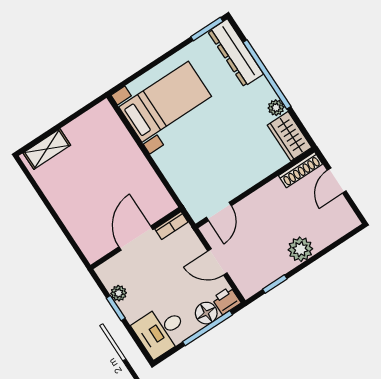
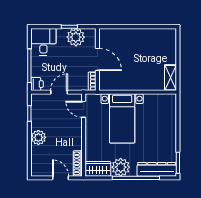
bed with nightstands: (165, 102) -> (122, 118), moved
plant: (276, 108) -> (121, 167), width x1.88, depth x1.88
shelving: (47, 149) -> (171, 78), moved
plant: (119, 293) -> (76, 37), width x1.88, depth x1.88
floor lamp: (206, 313) -> (37, 70), removed

